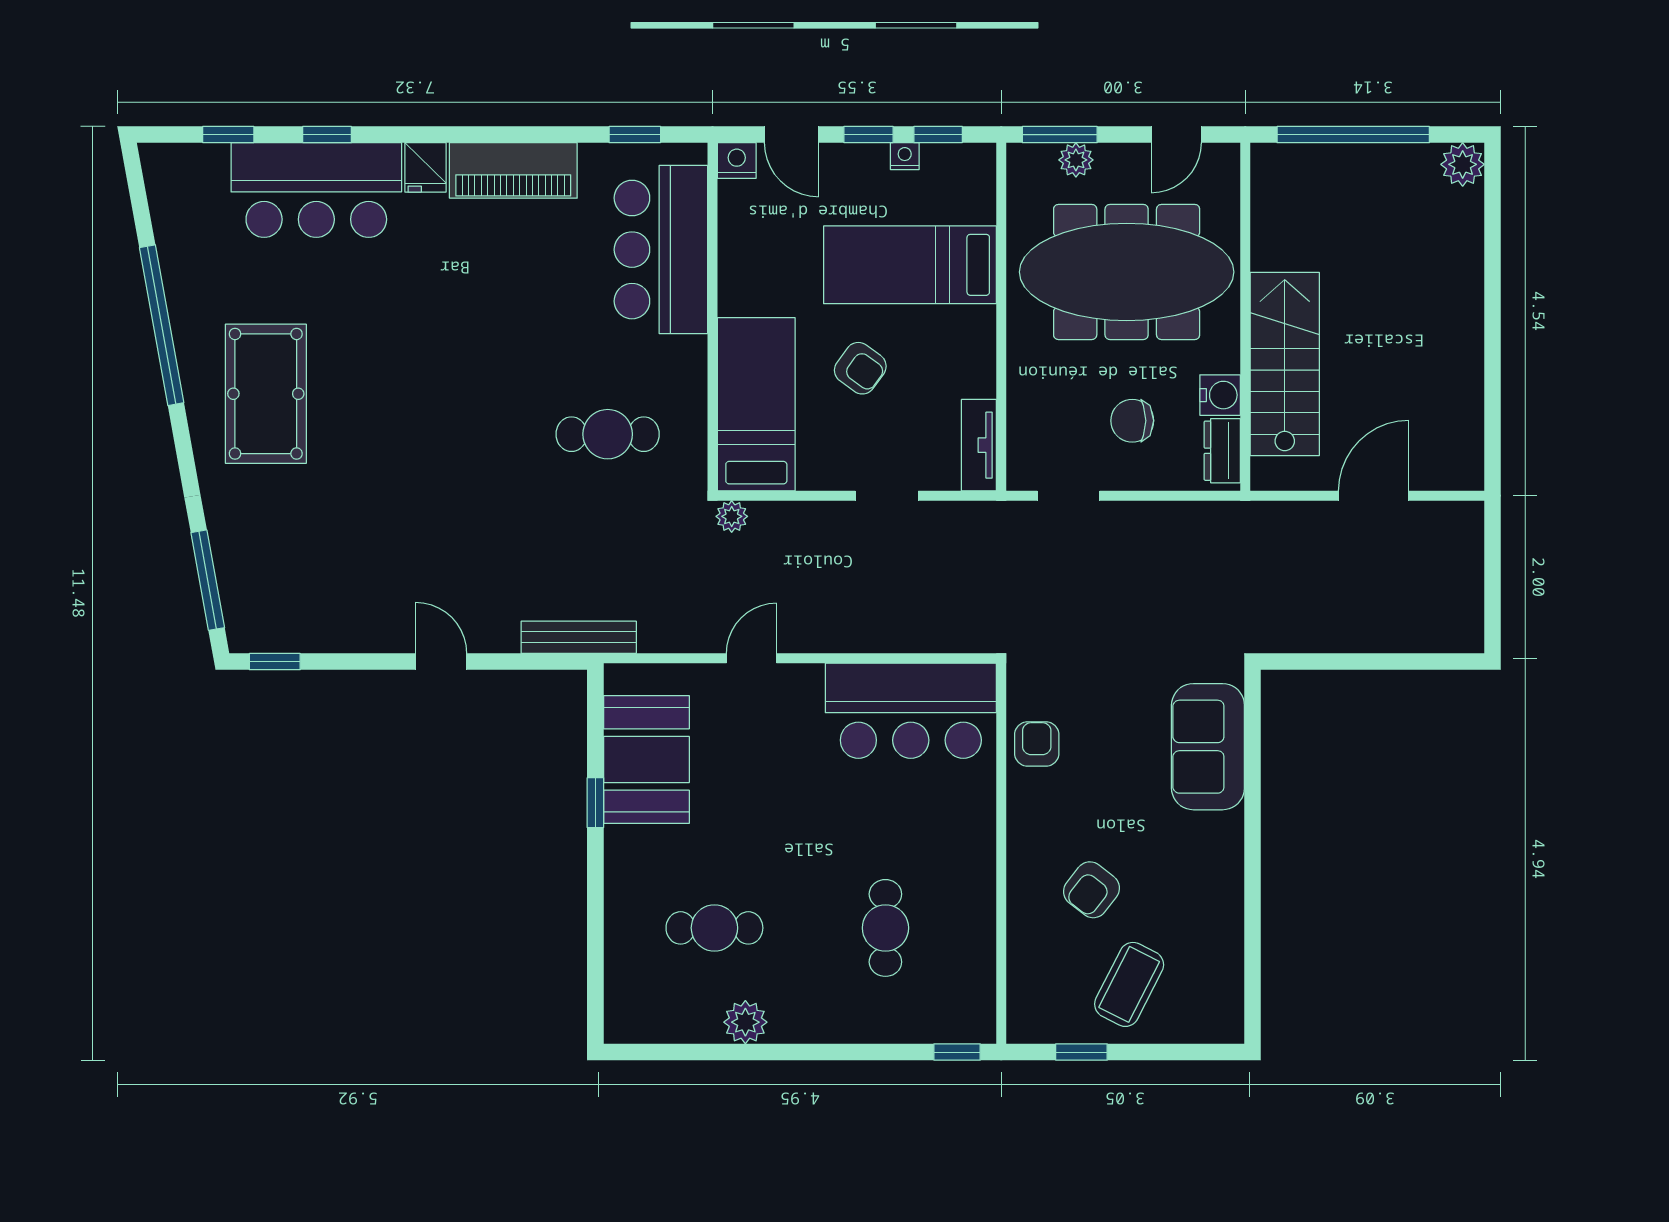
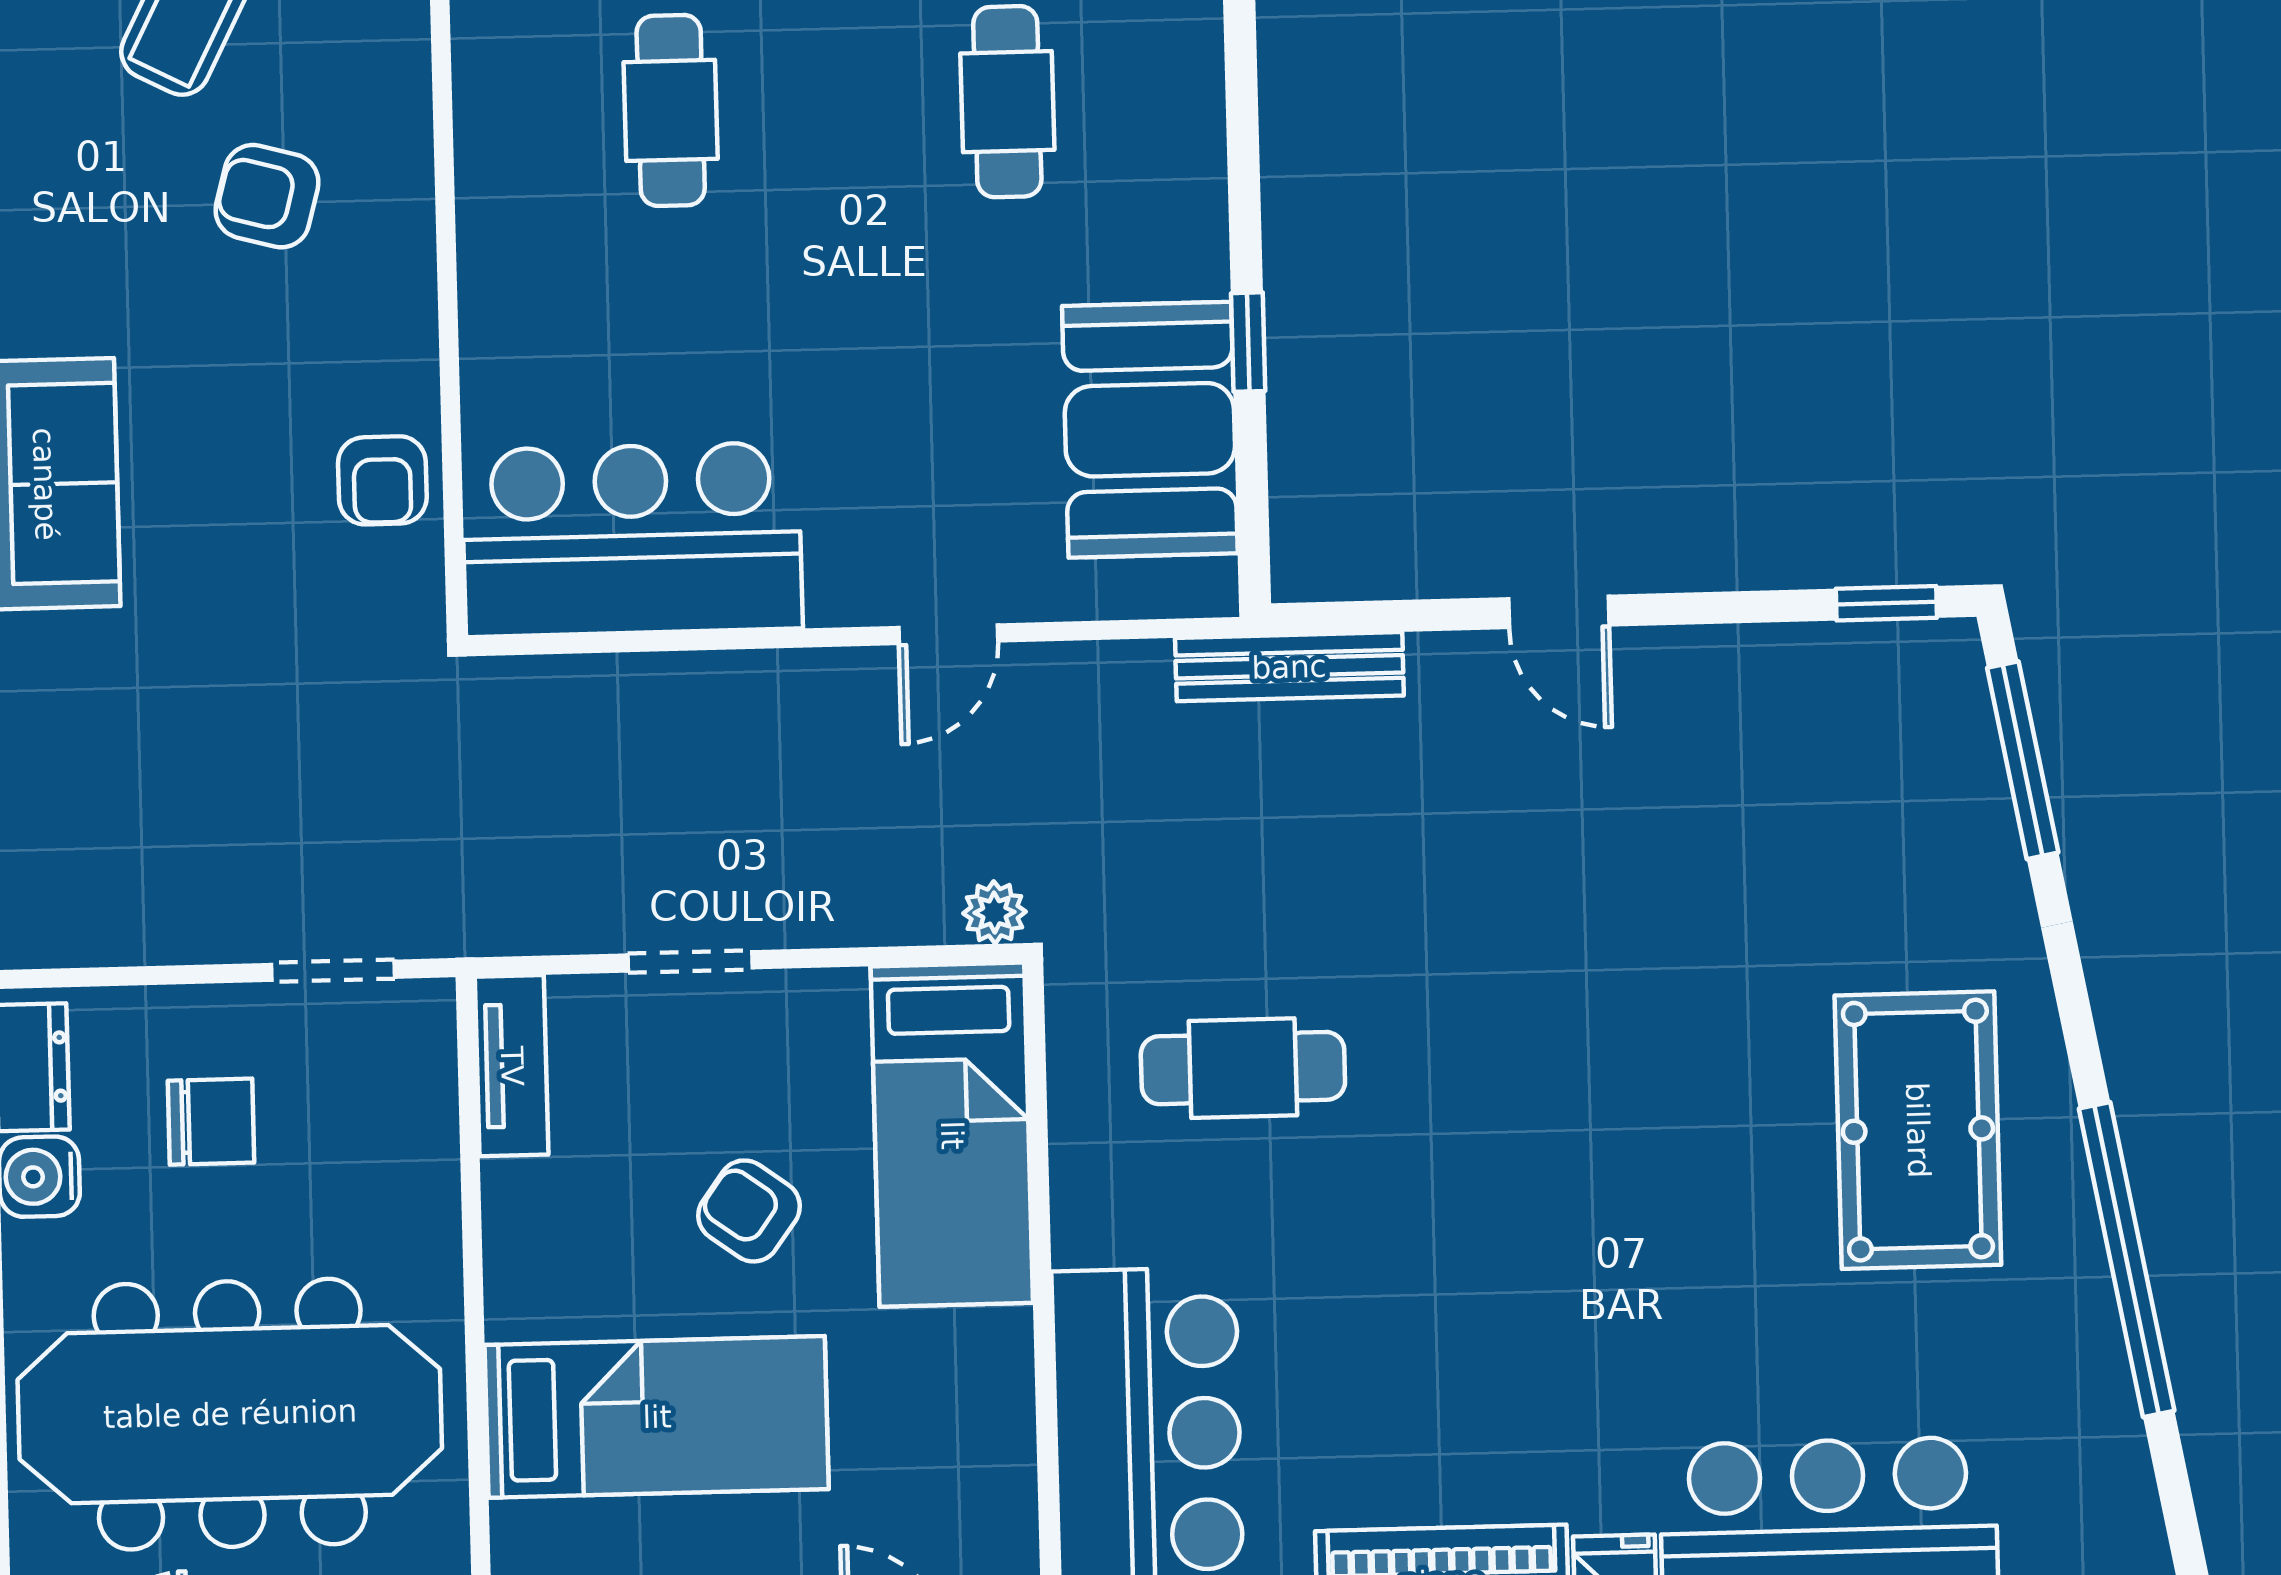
armchair: (1092, 890) -> (267, 196), turned -113
cafe table: (714, 928) -> (1007, 102), turned 90

